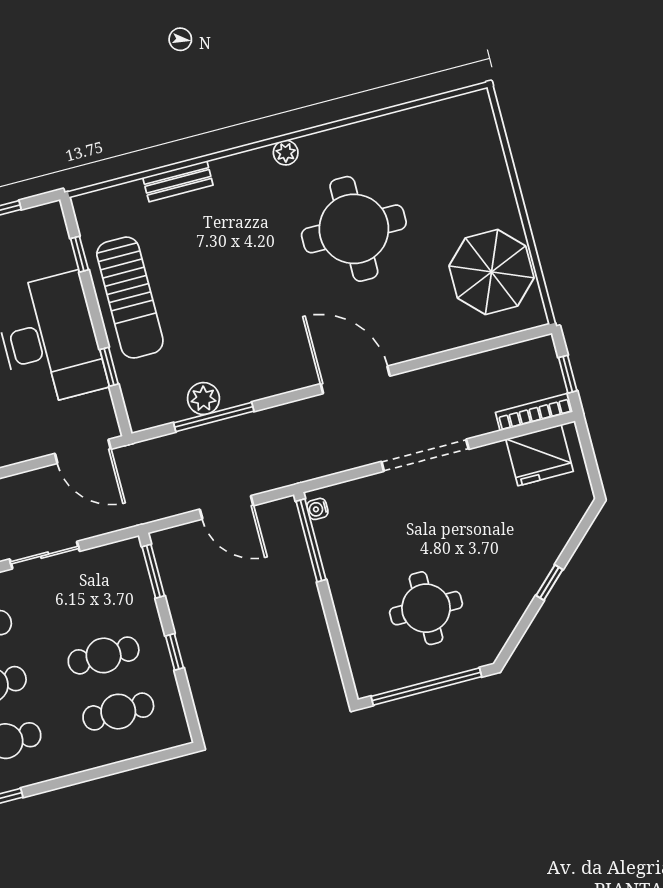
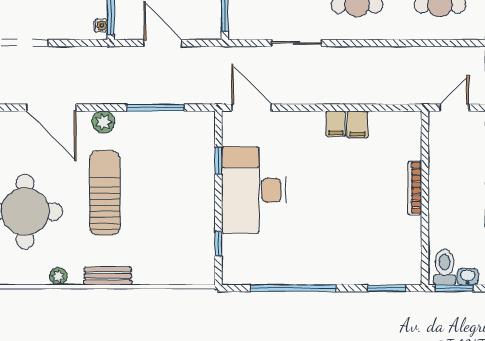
bench: (178, 181) -> (108, 276), moved
sun lounger: (130, 298) -> (105, 193), moved
plant: (203, 399) -> (103, 122), moved

